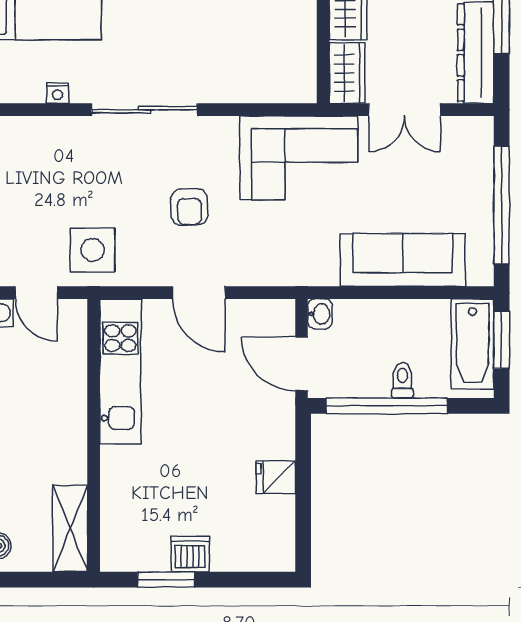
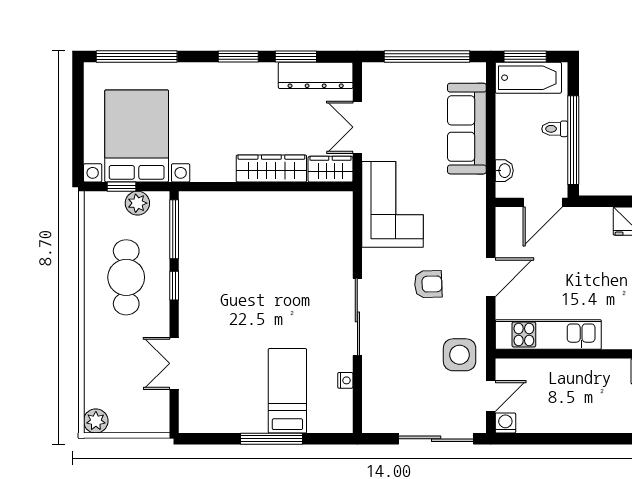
double door: (405, 110) -> (357, 127), swing flipped
washbasin: (320, 314) -> (504, 171), moved, turned 90

